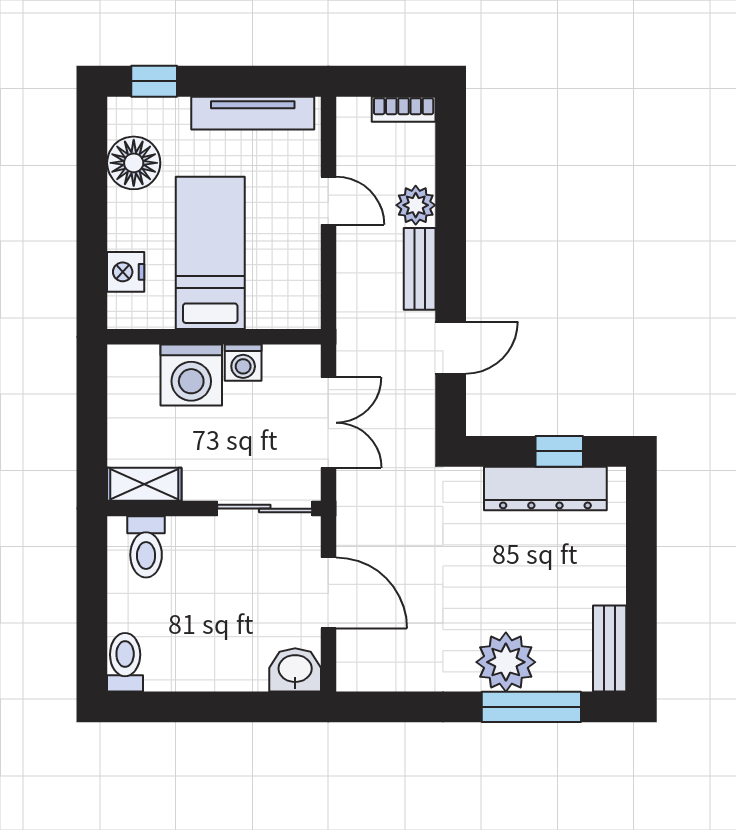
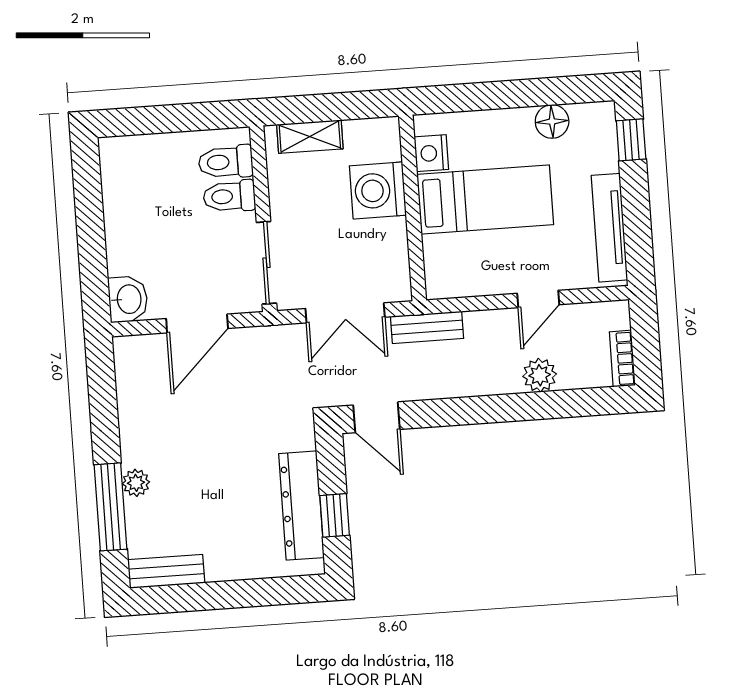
floor lamp: (134, 163) -> (552, 121), width x0.73, depth x0.73
bench: (420, 269) -> (427, 327), moved
nightstand: (126, 272) -> (431, 153), moved, turned -90
door: (451, 348) -> (376, 417), moved
washing machine: (243, 363) -> (392, 235), removed
shelving: (144, 484) -> (310, 137), moved, turned 90
toilet: (125, 662) -> (229, 196), moved, turned 180
plant: (506, 662) -> (136, 483), width x0.53, depth x0.53

